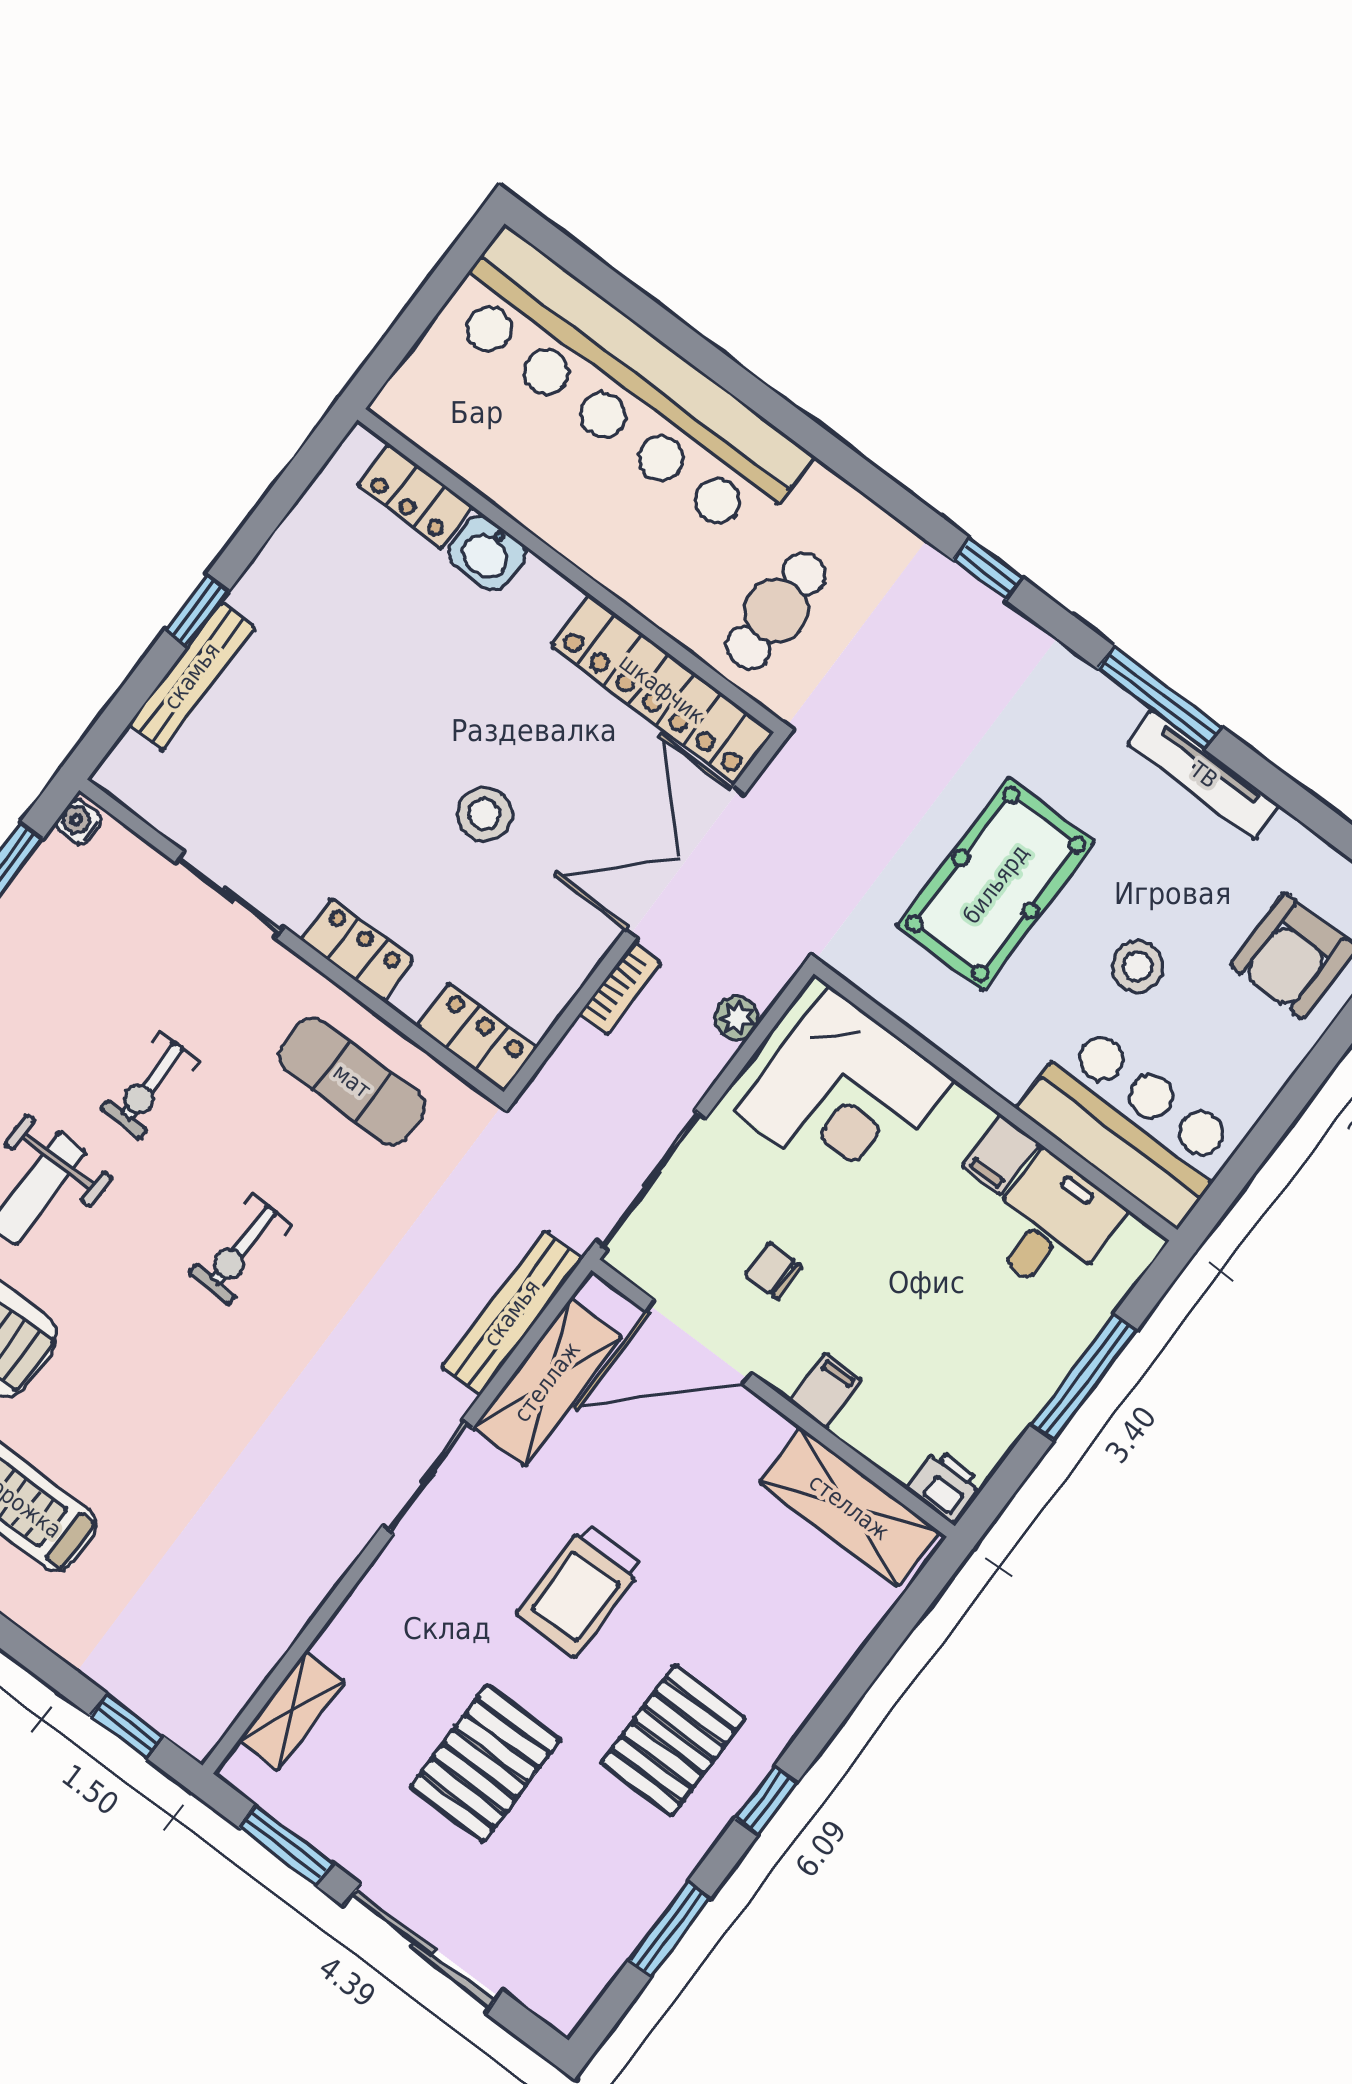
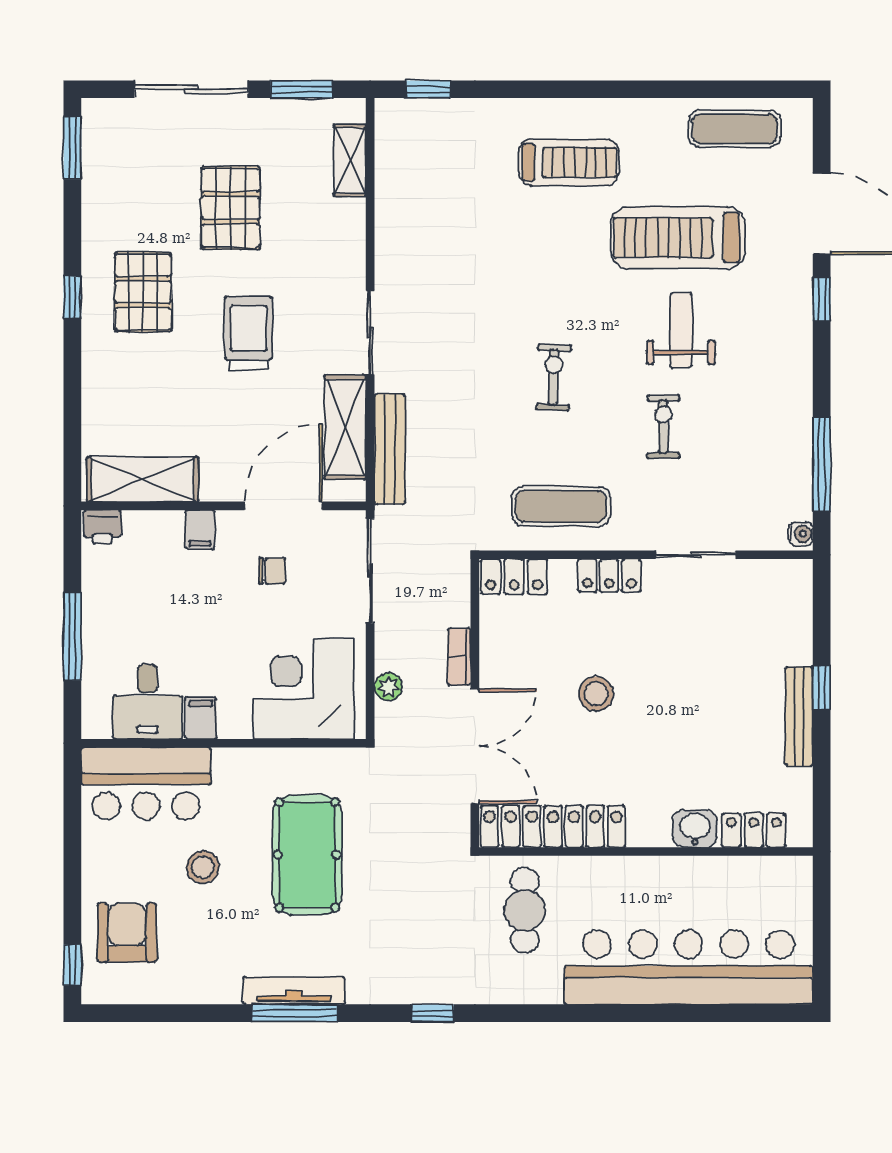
bench: (192, 676) -> (799, 716), moved
tv unit: (1204, 775) -> (294, 991), moved
window: (670, 1929) -> (72, 148), moved

